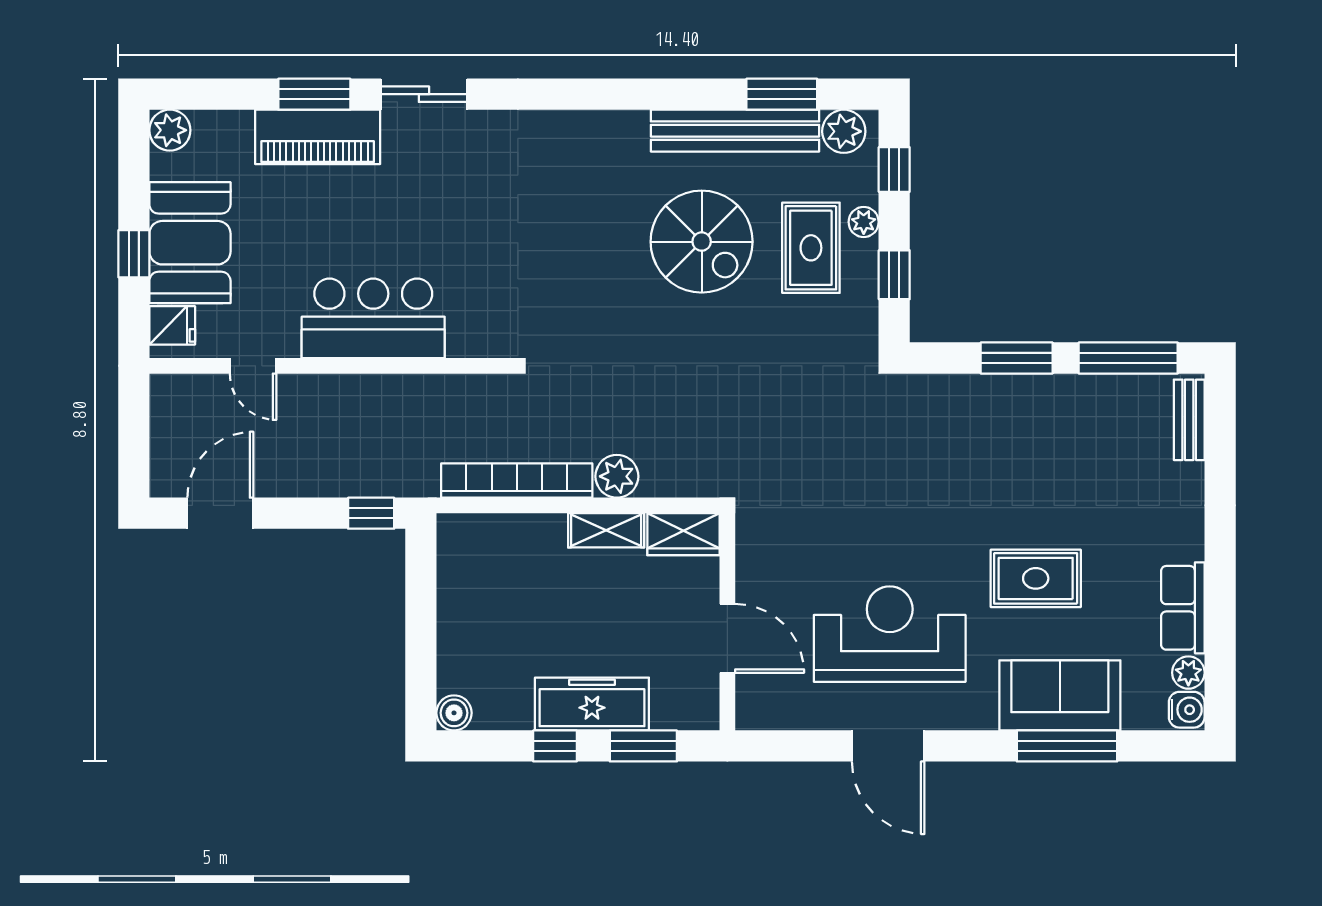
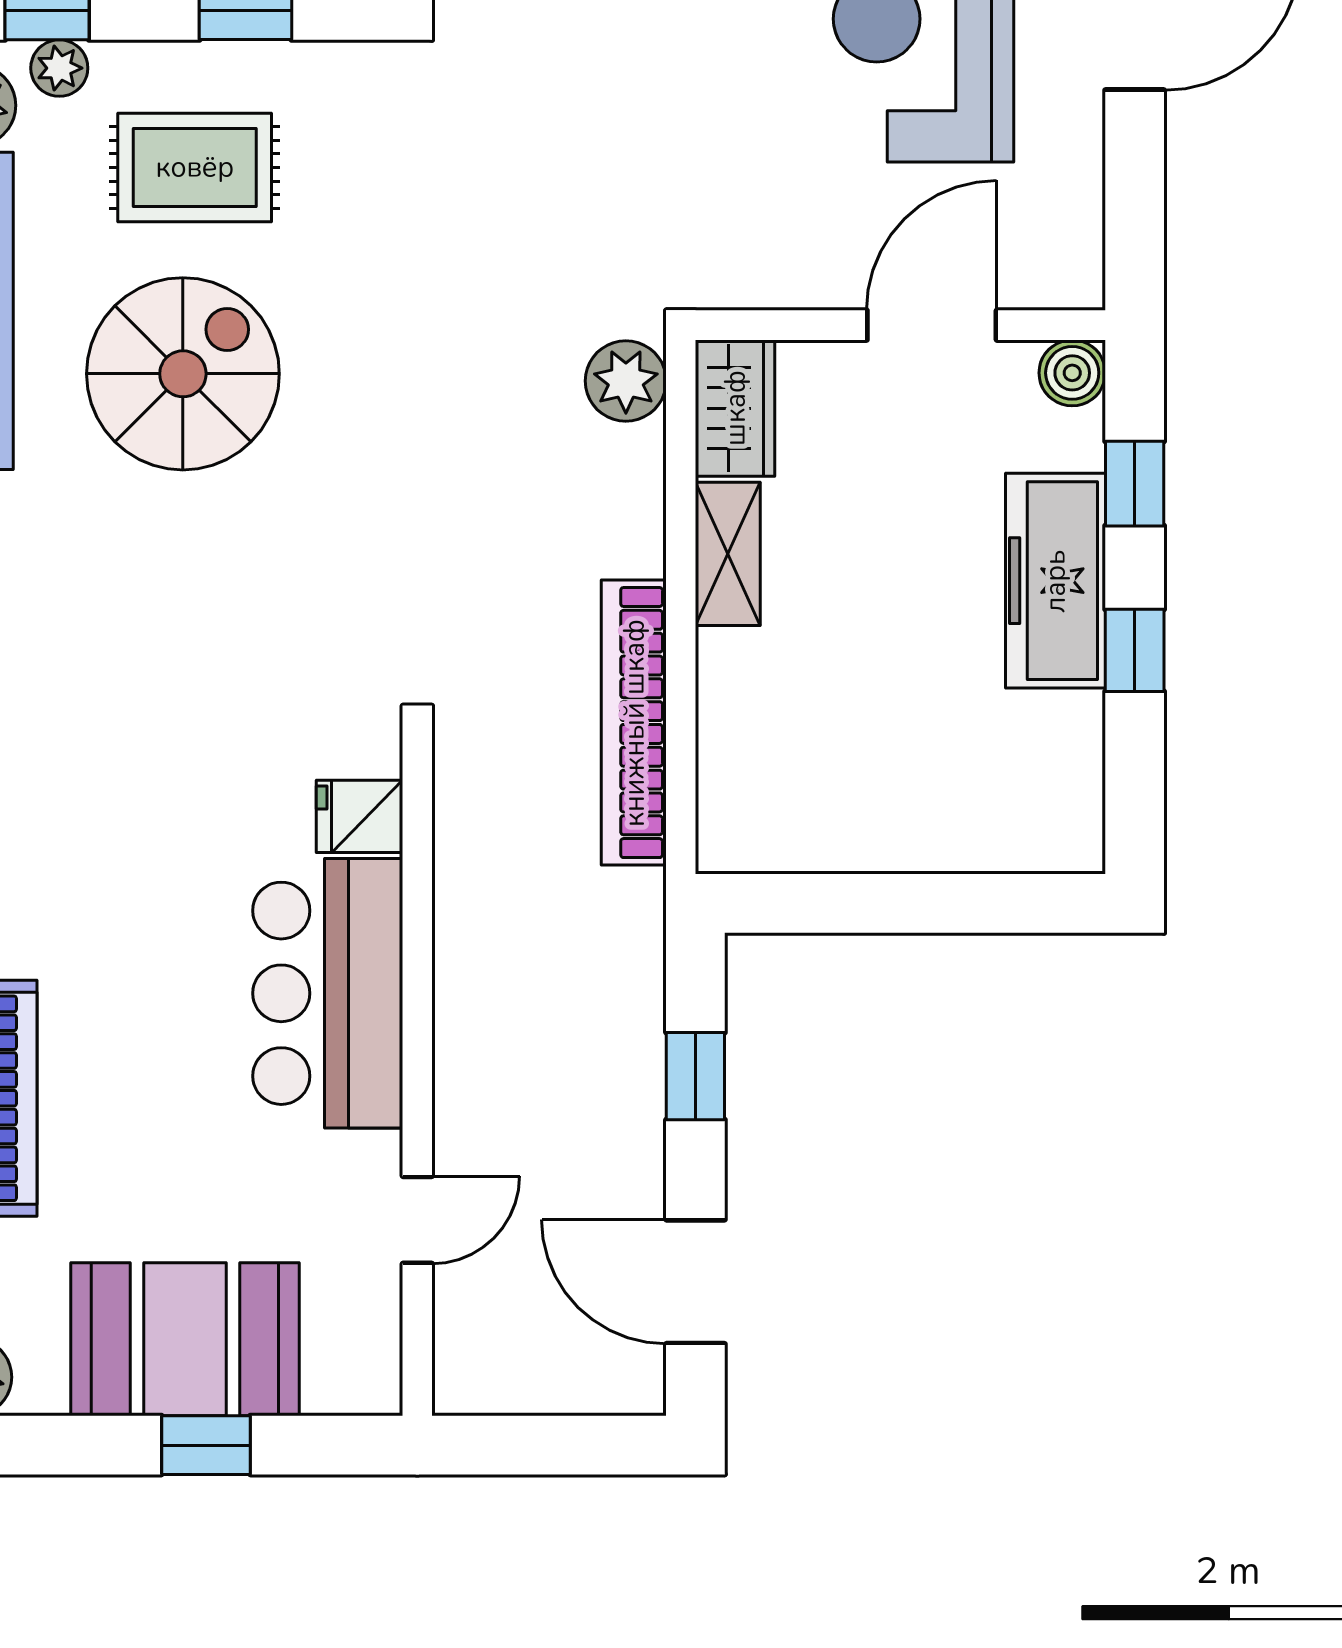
plant: (864, 222) -> (59, 68), moved
fridge: (172, 325) -> (360, 816), moved, turned -90
plant: (617, 476) -> (626, 381), moved
window: (371, 513) -> (695, 1076), moved
boiler: (454, 713) -> (1072, 373), moved
window: (643, 746) -> (1135, 484), width x0.67

